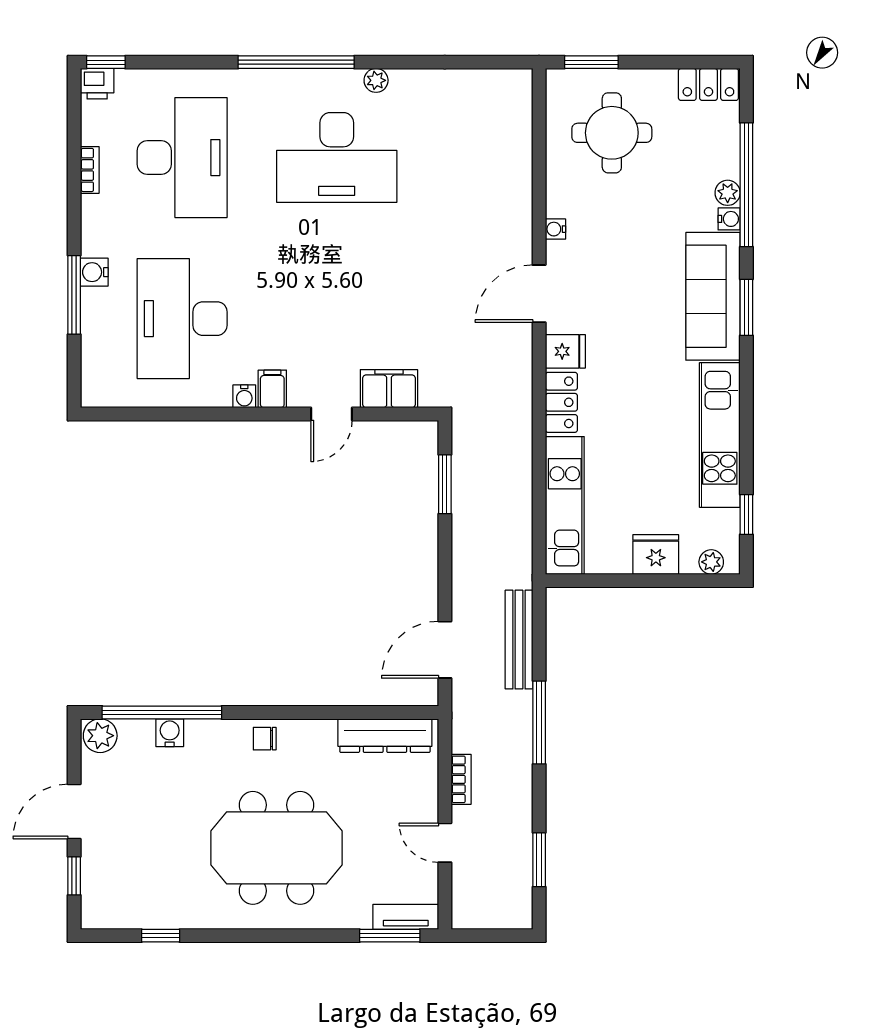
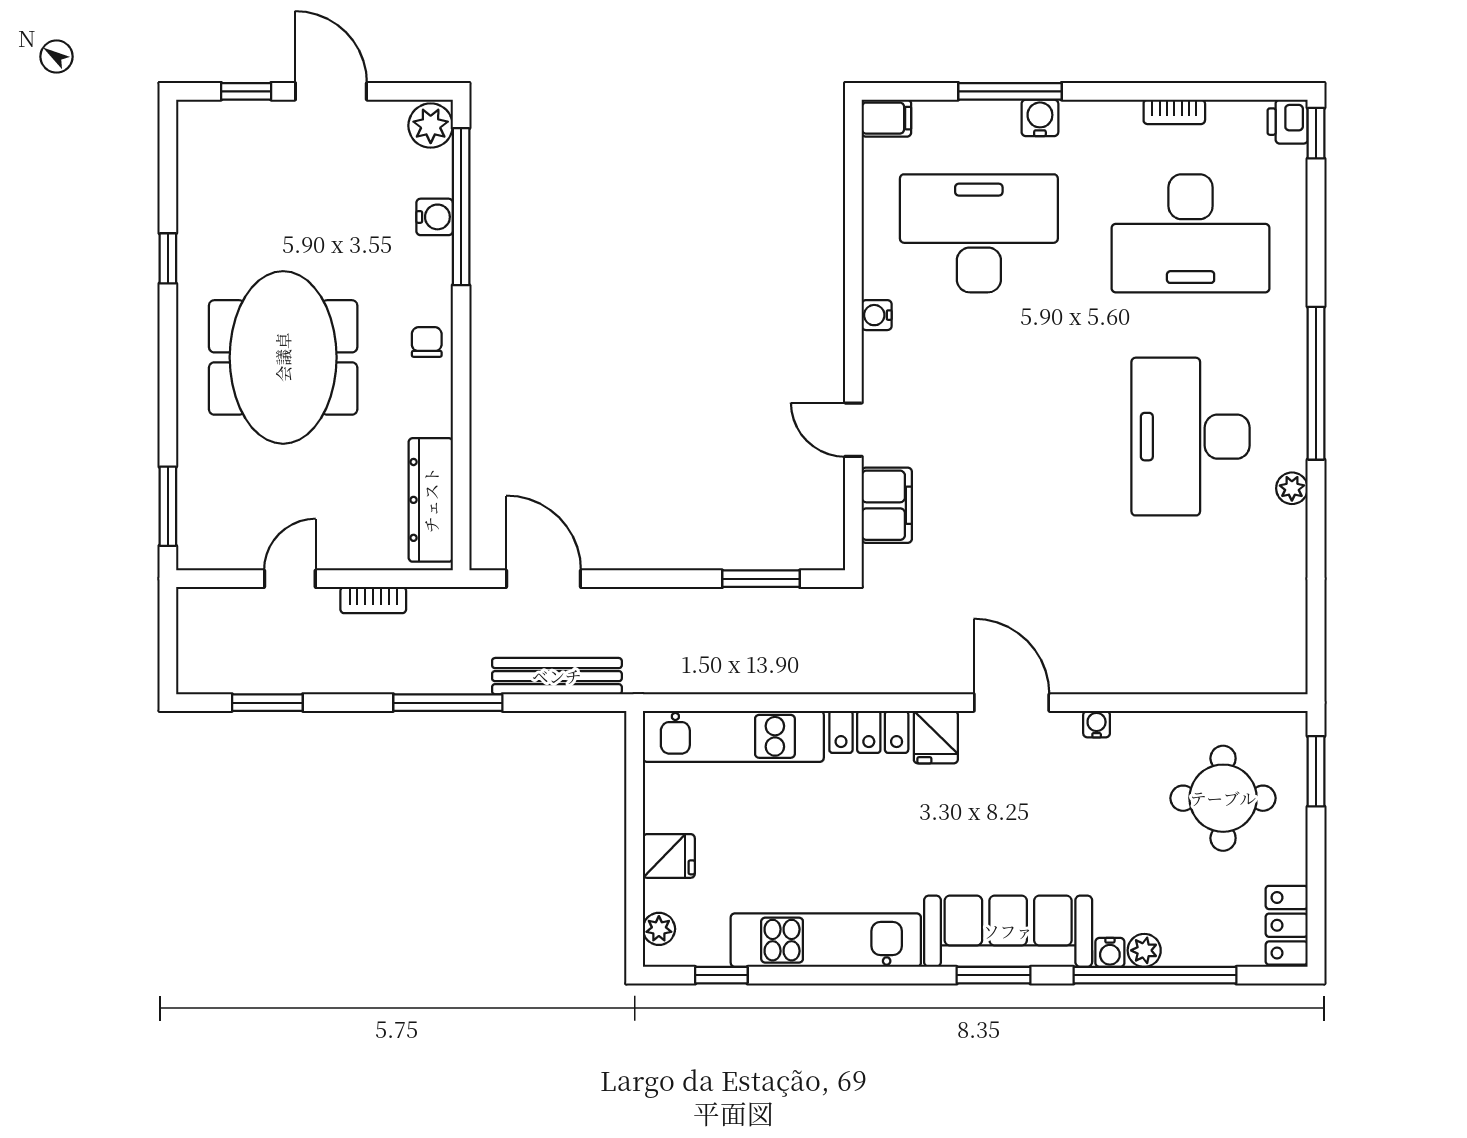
filing cabinet: (272, 389) -> (886, 118), moved
fridge: (656, 554) -> (669, 856), width x0.72
tv unit: (406, 917) -> (193, 527), removed
window: (161, 936) -> (168, 258), moved

